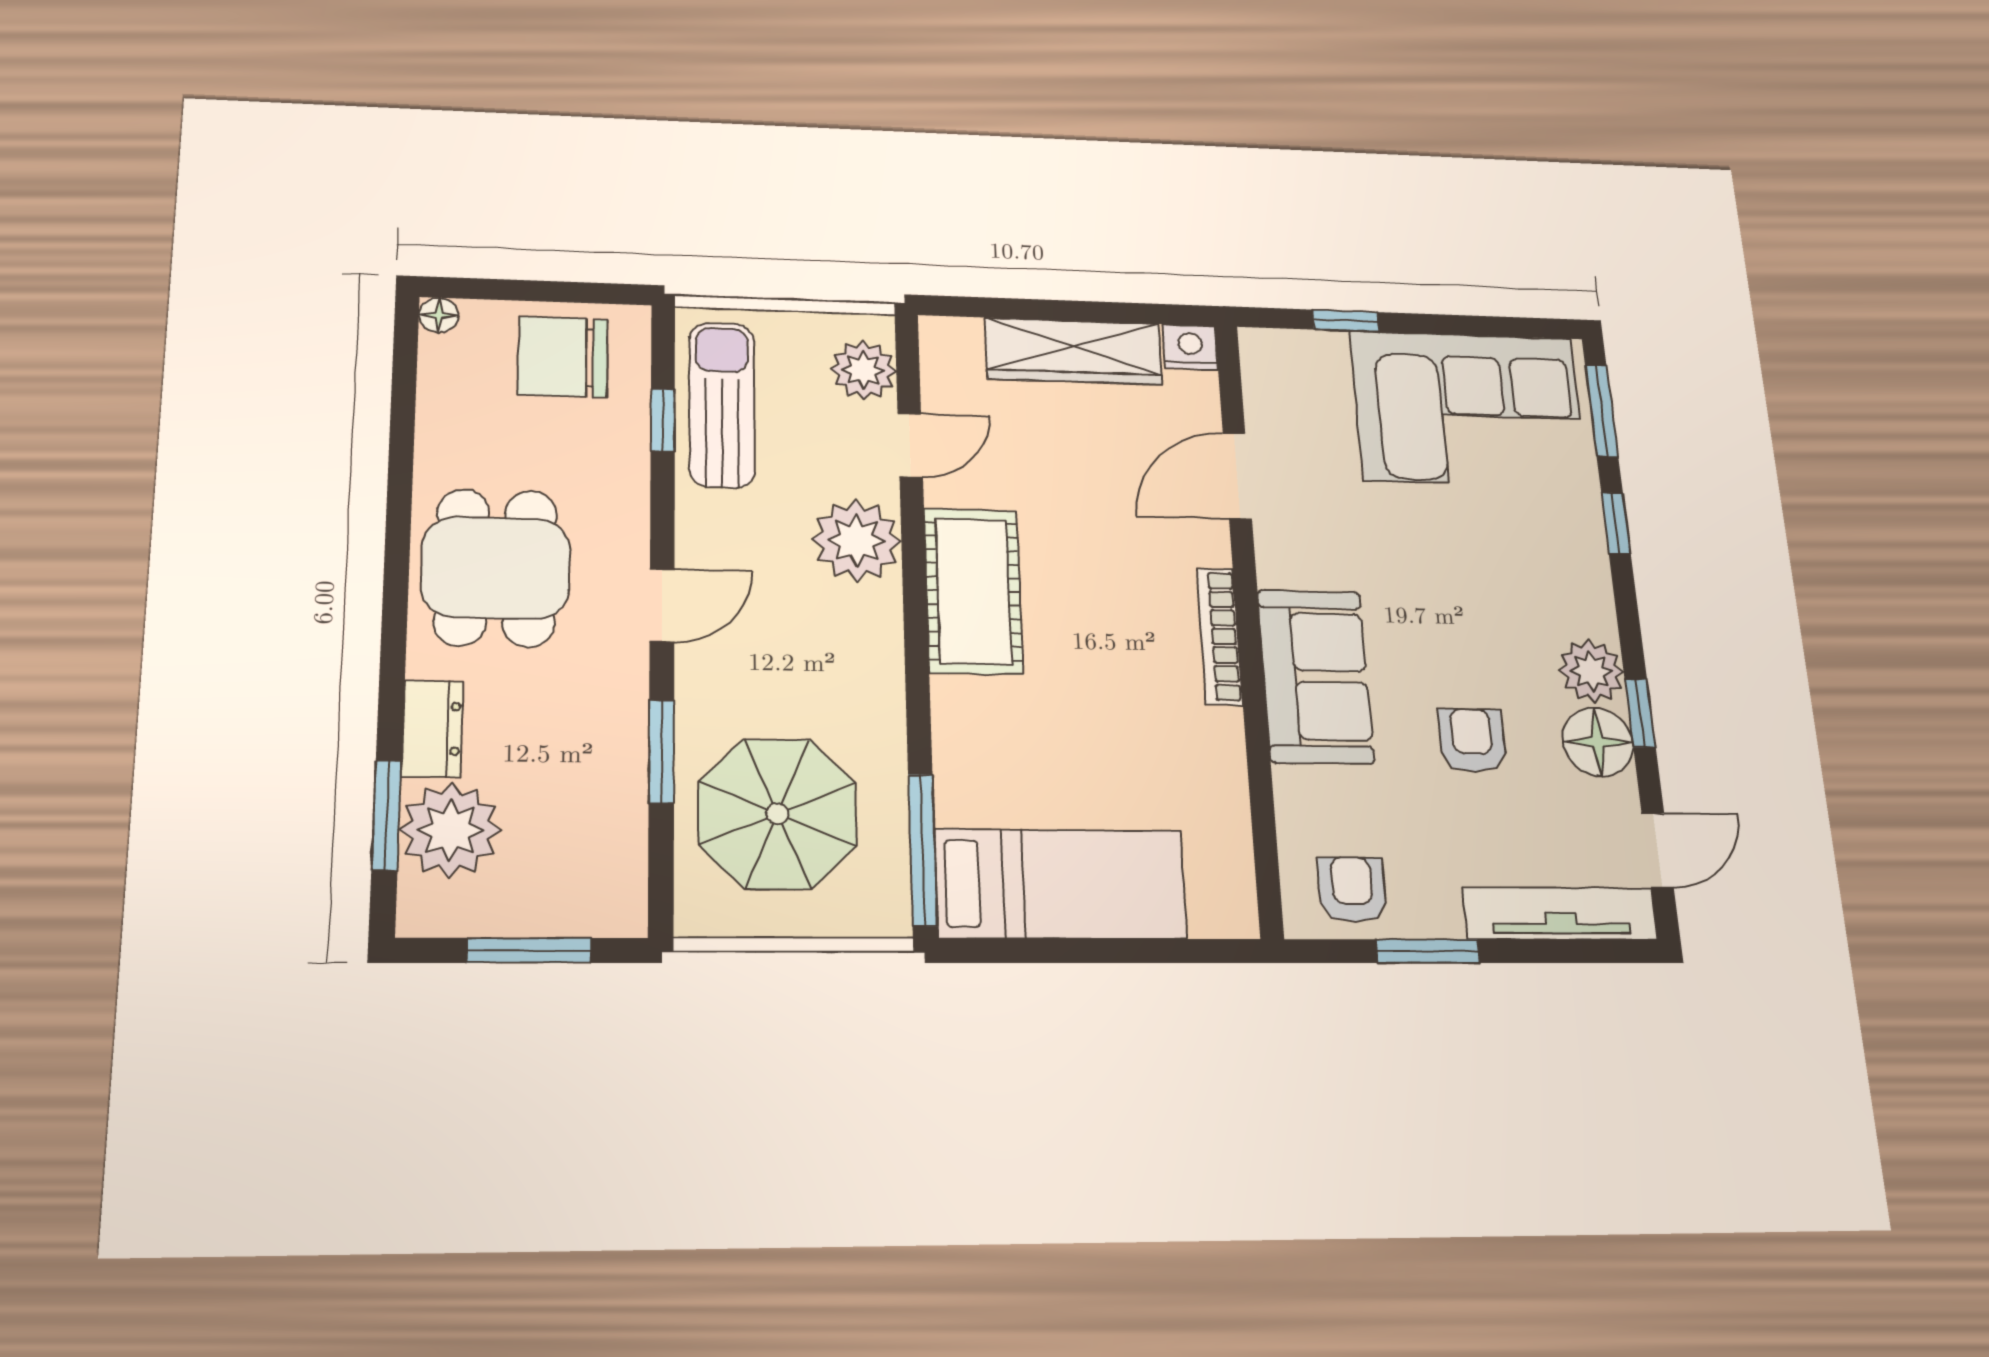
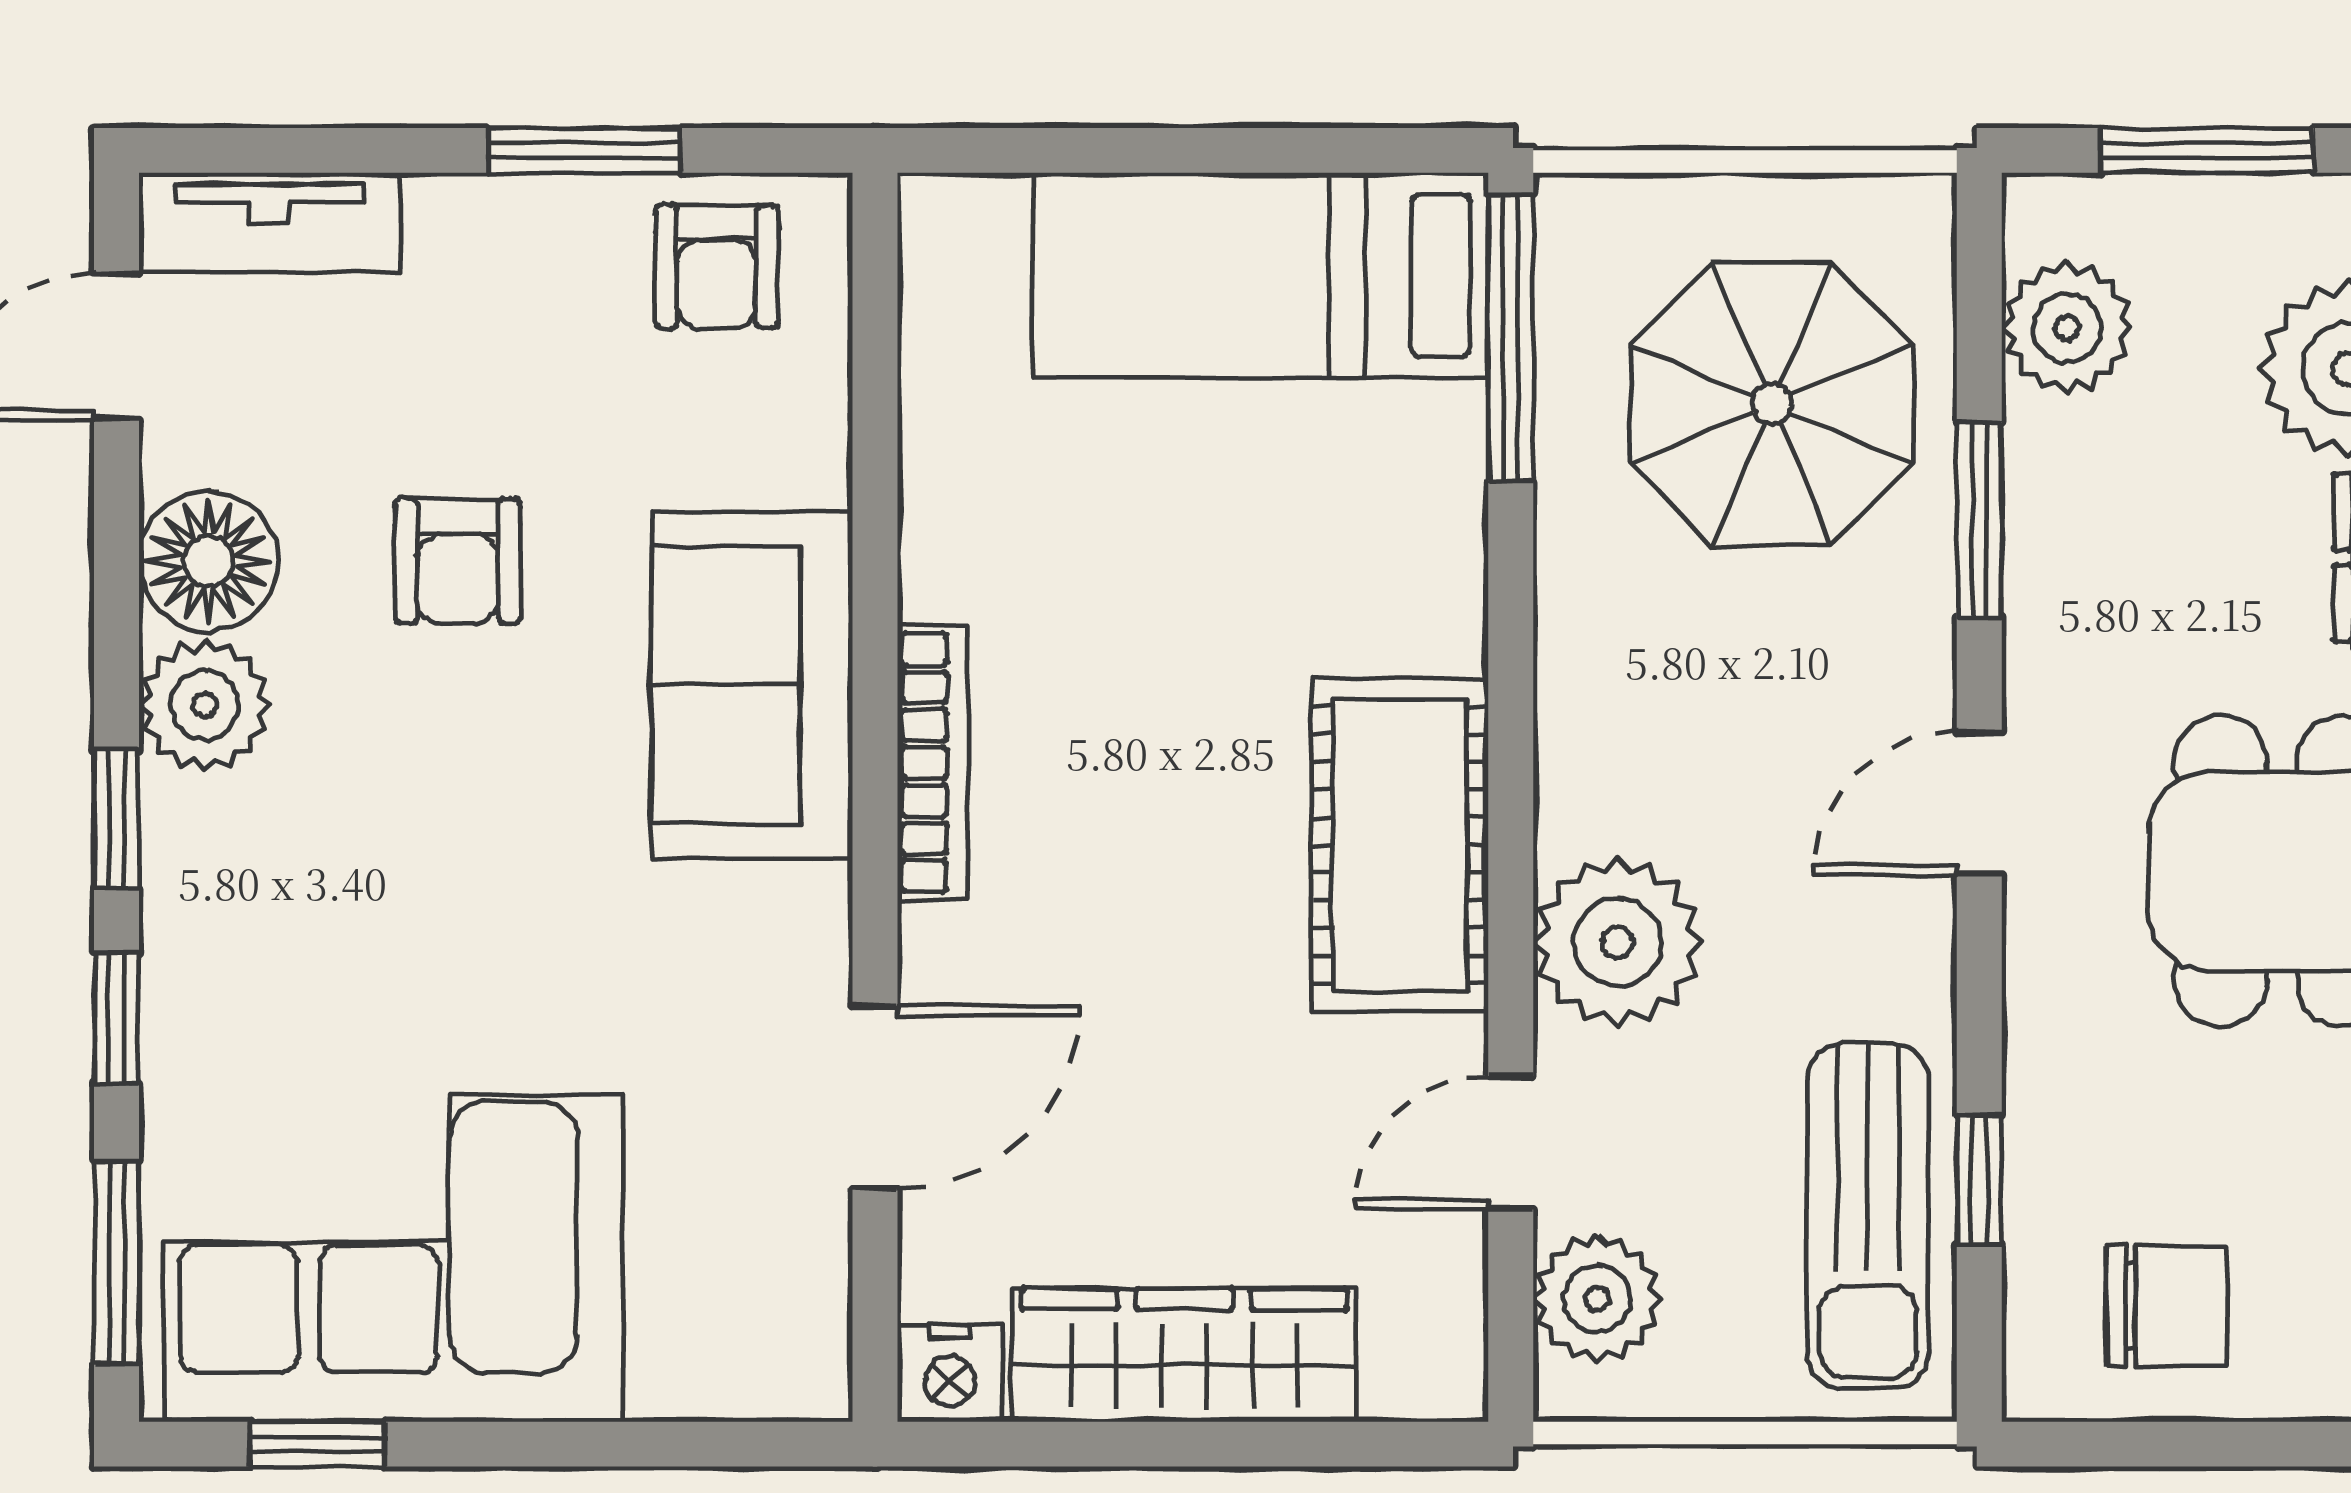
window: (1346, 321) -> (318, 1444), moved
chair: (563, 357) -> (2167, 1305), width x0.73, depth x0.73
window: (1640, 713) -> (117, 819), moved
plant: (611, 853) -> (2067, 328), added
tv unit: (1560, 914) -> (269, 222), width x0.71

